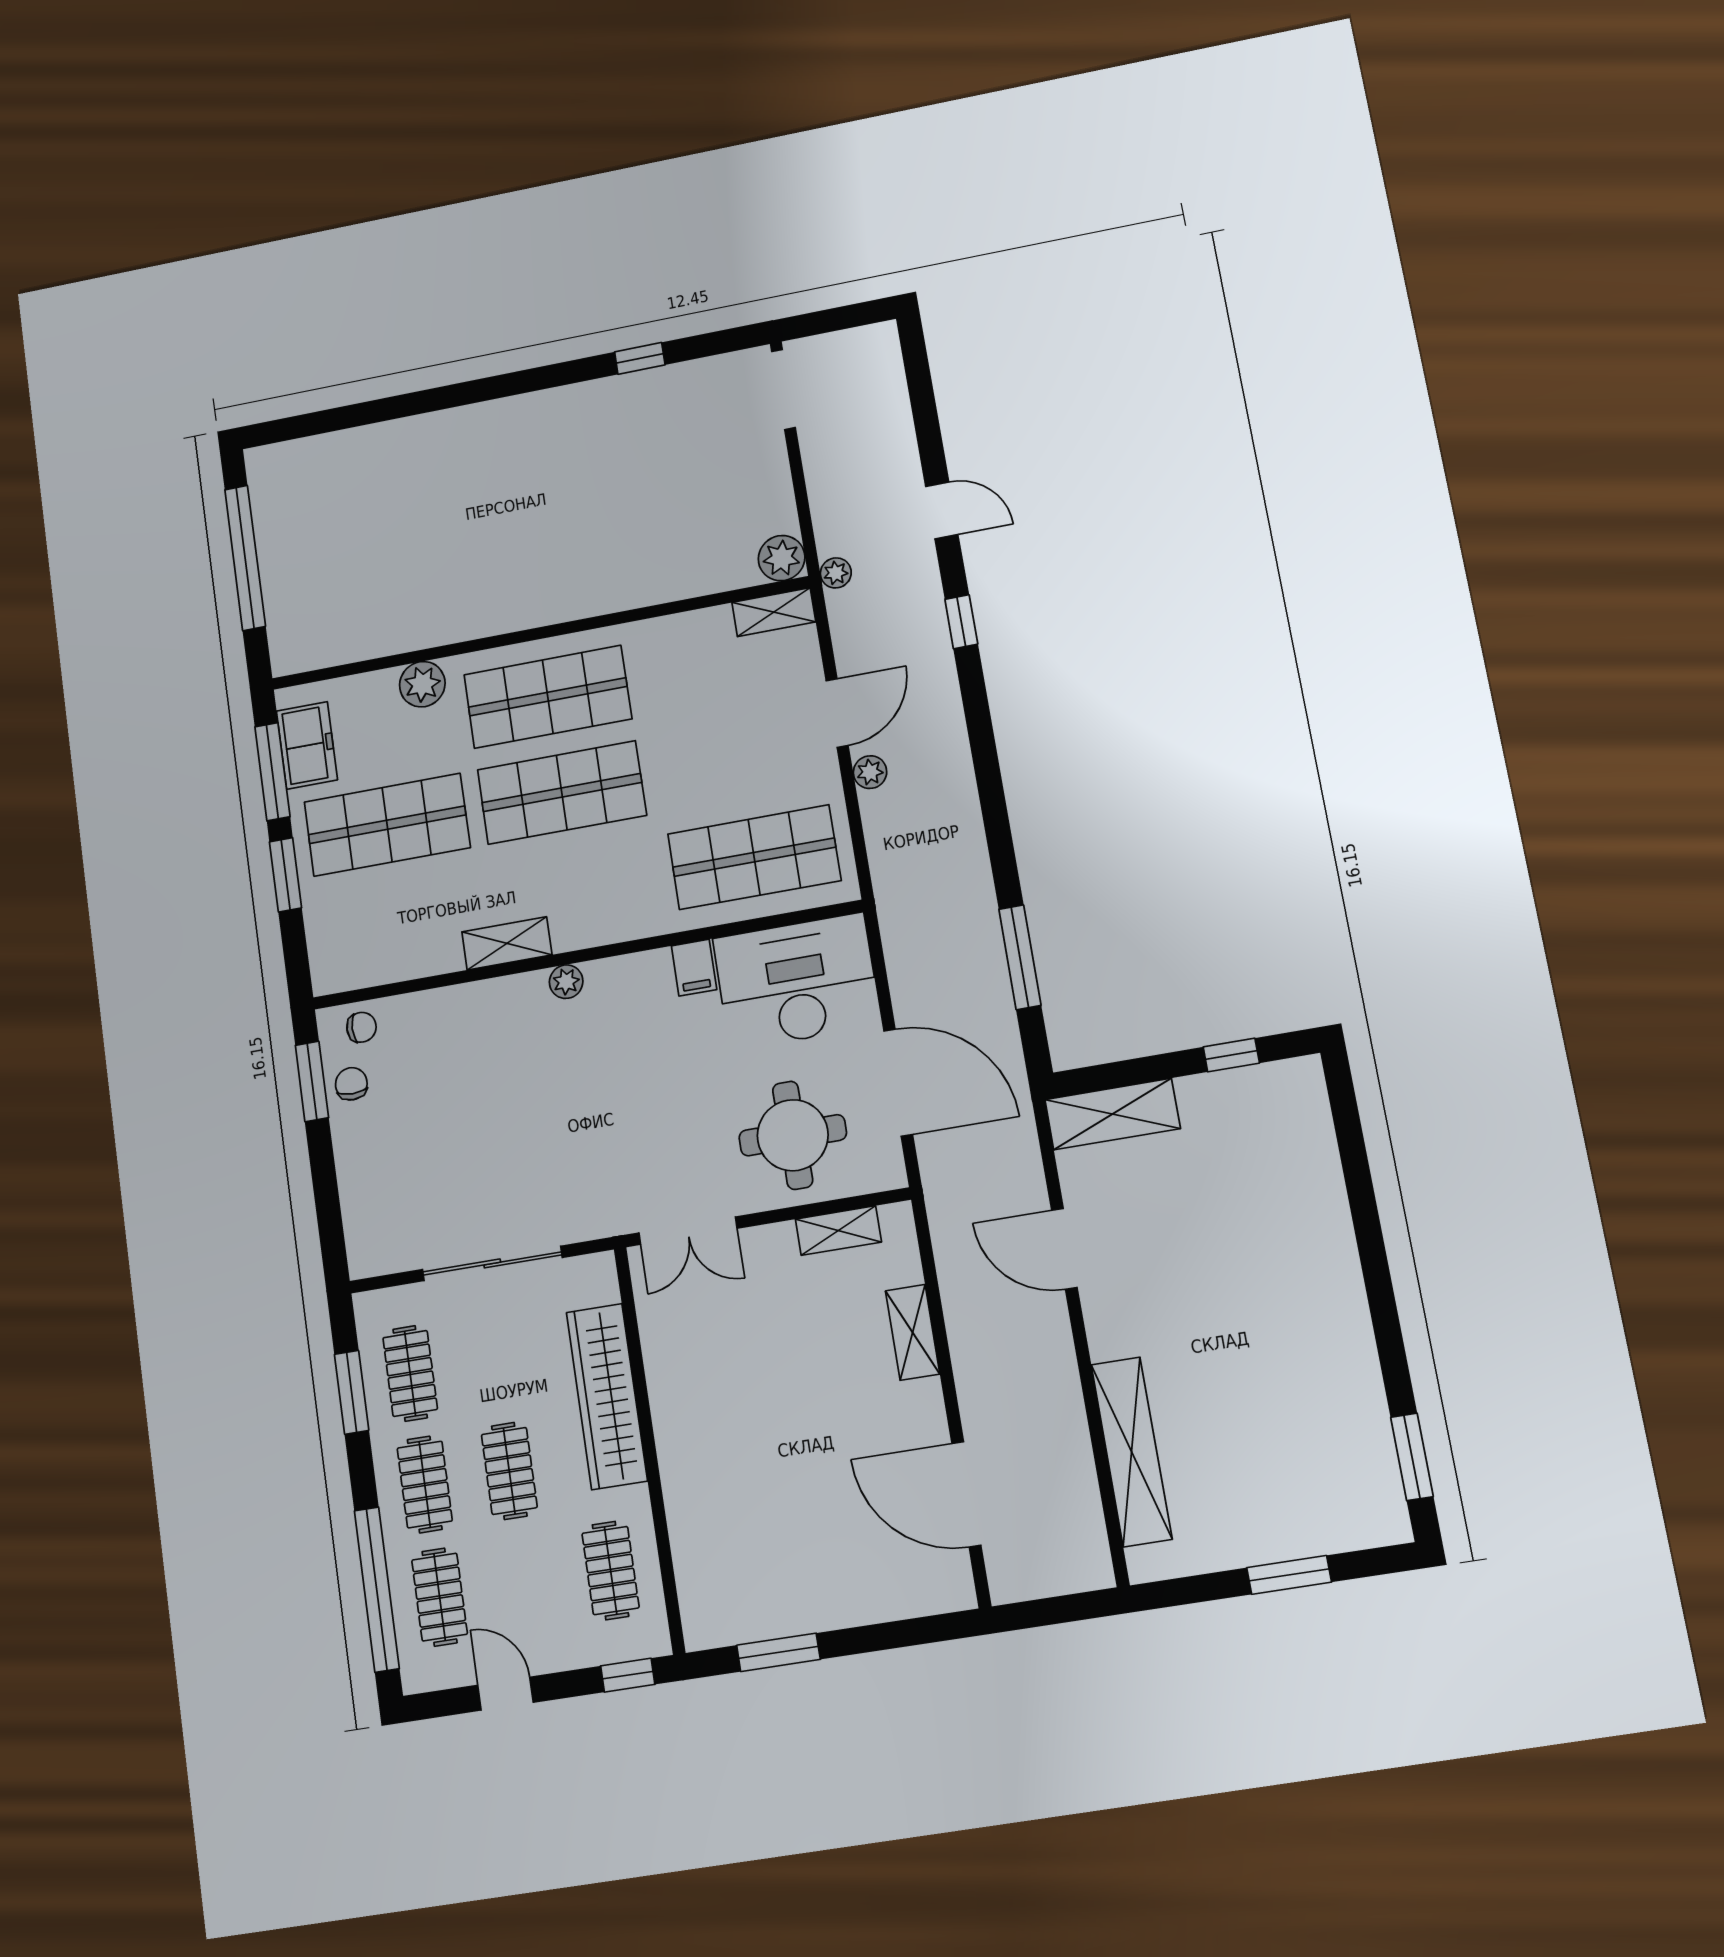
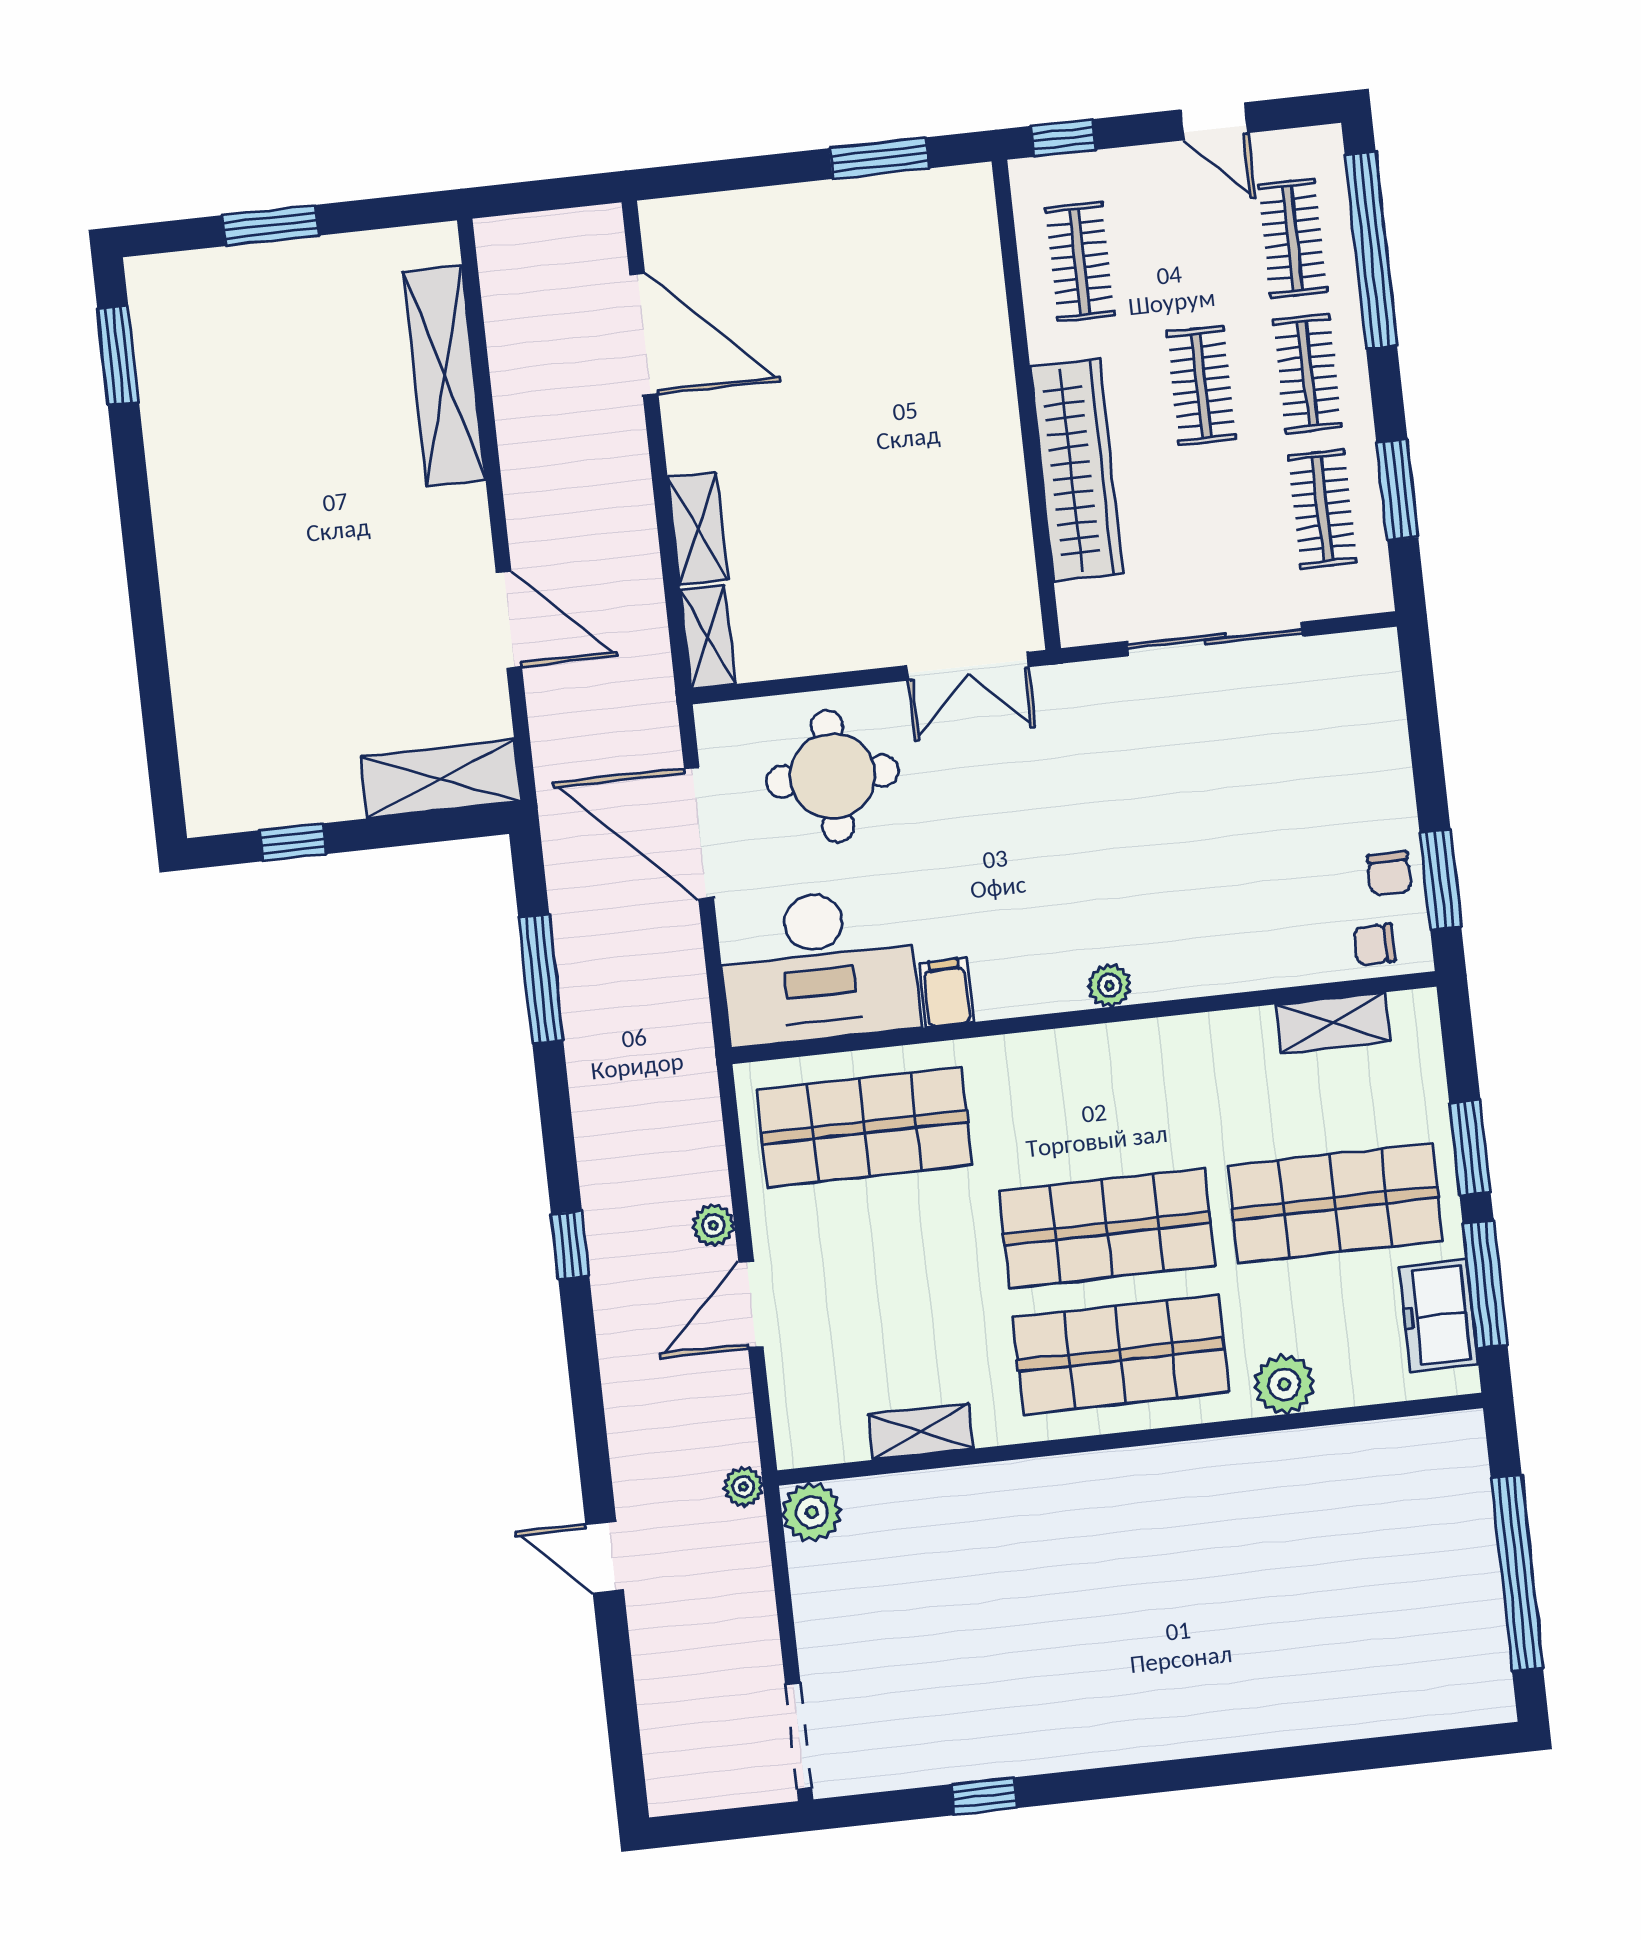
shelving: (774, 612) -> (921, 1432), moved
window: (961, 622) -> (570, 1245), moved
shelving: (507, 943) -> (1333, 1023), moved
double door: (688, 1231) -> (968, 666), swing flipped
shelving: (838, 1231) -> (708, 637), moved, turned 90

